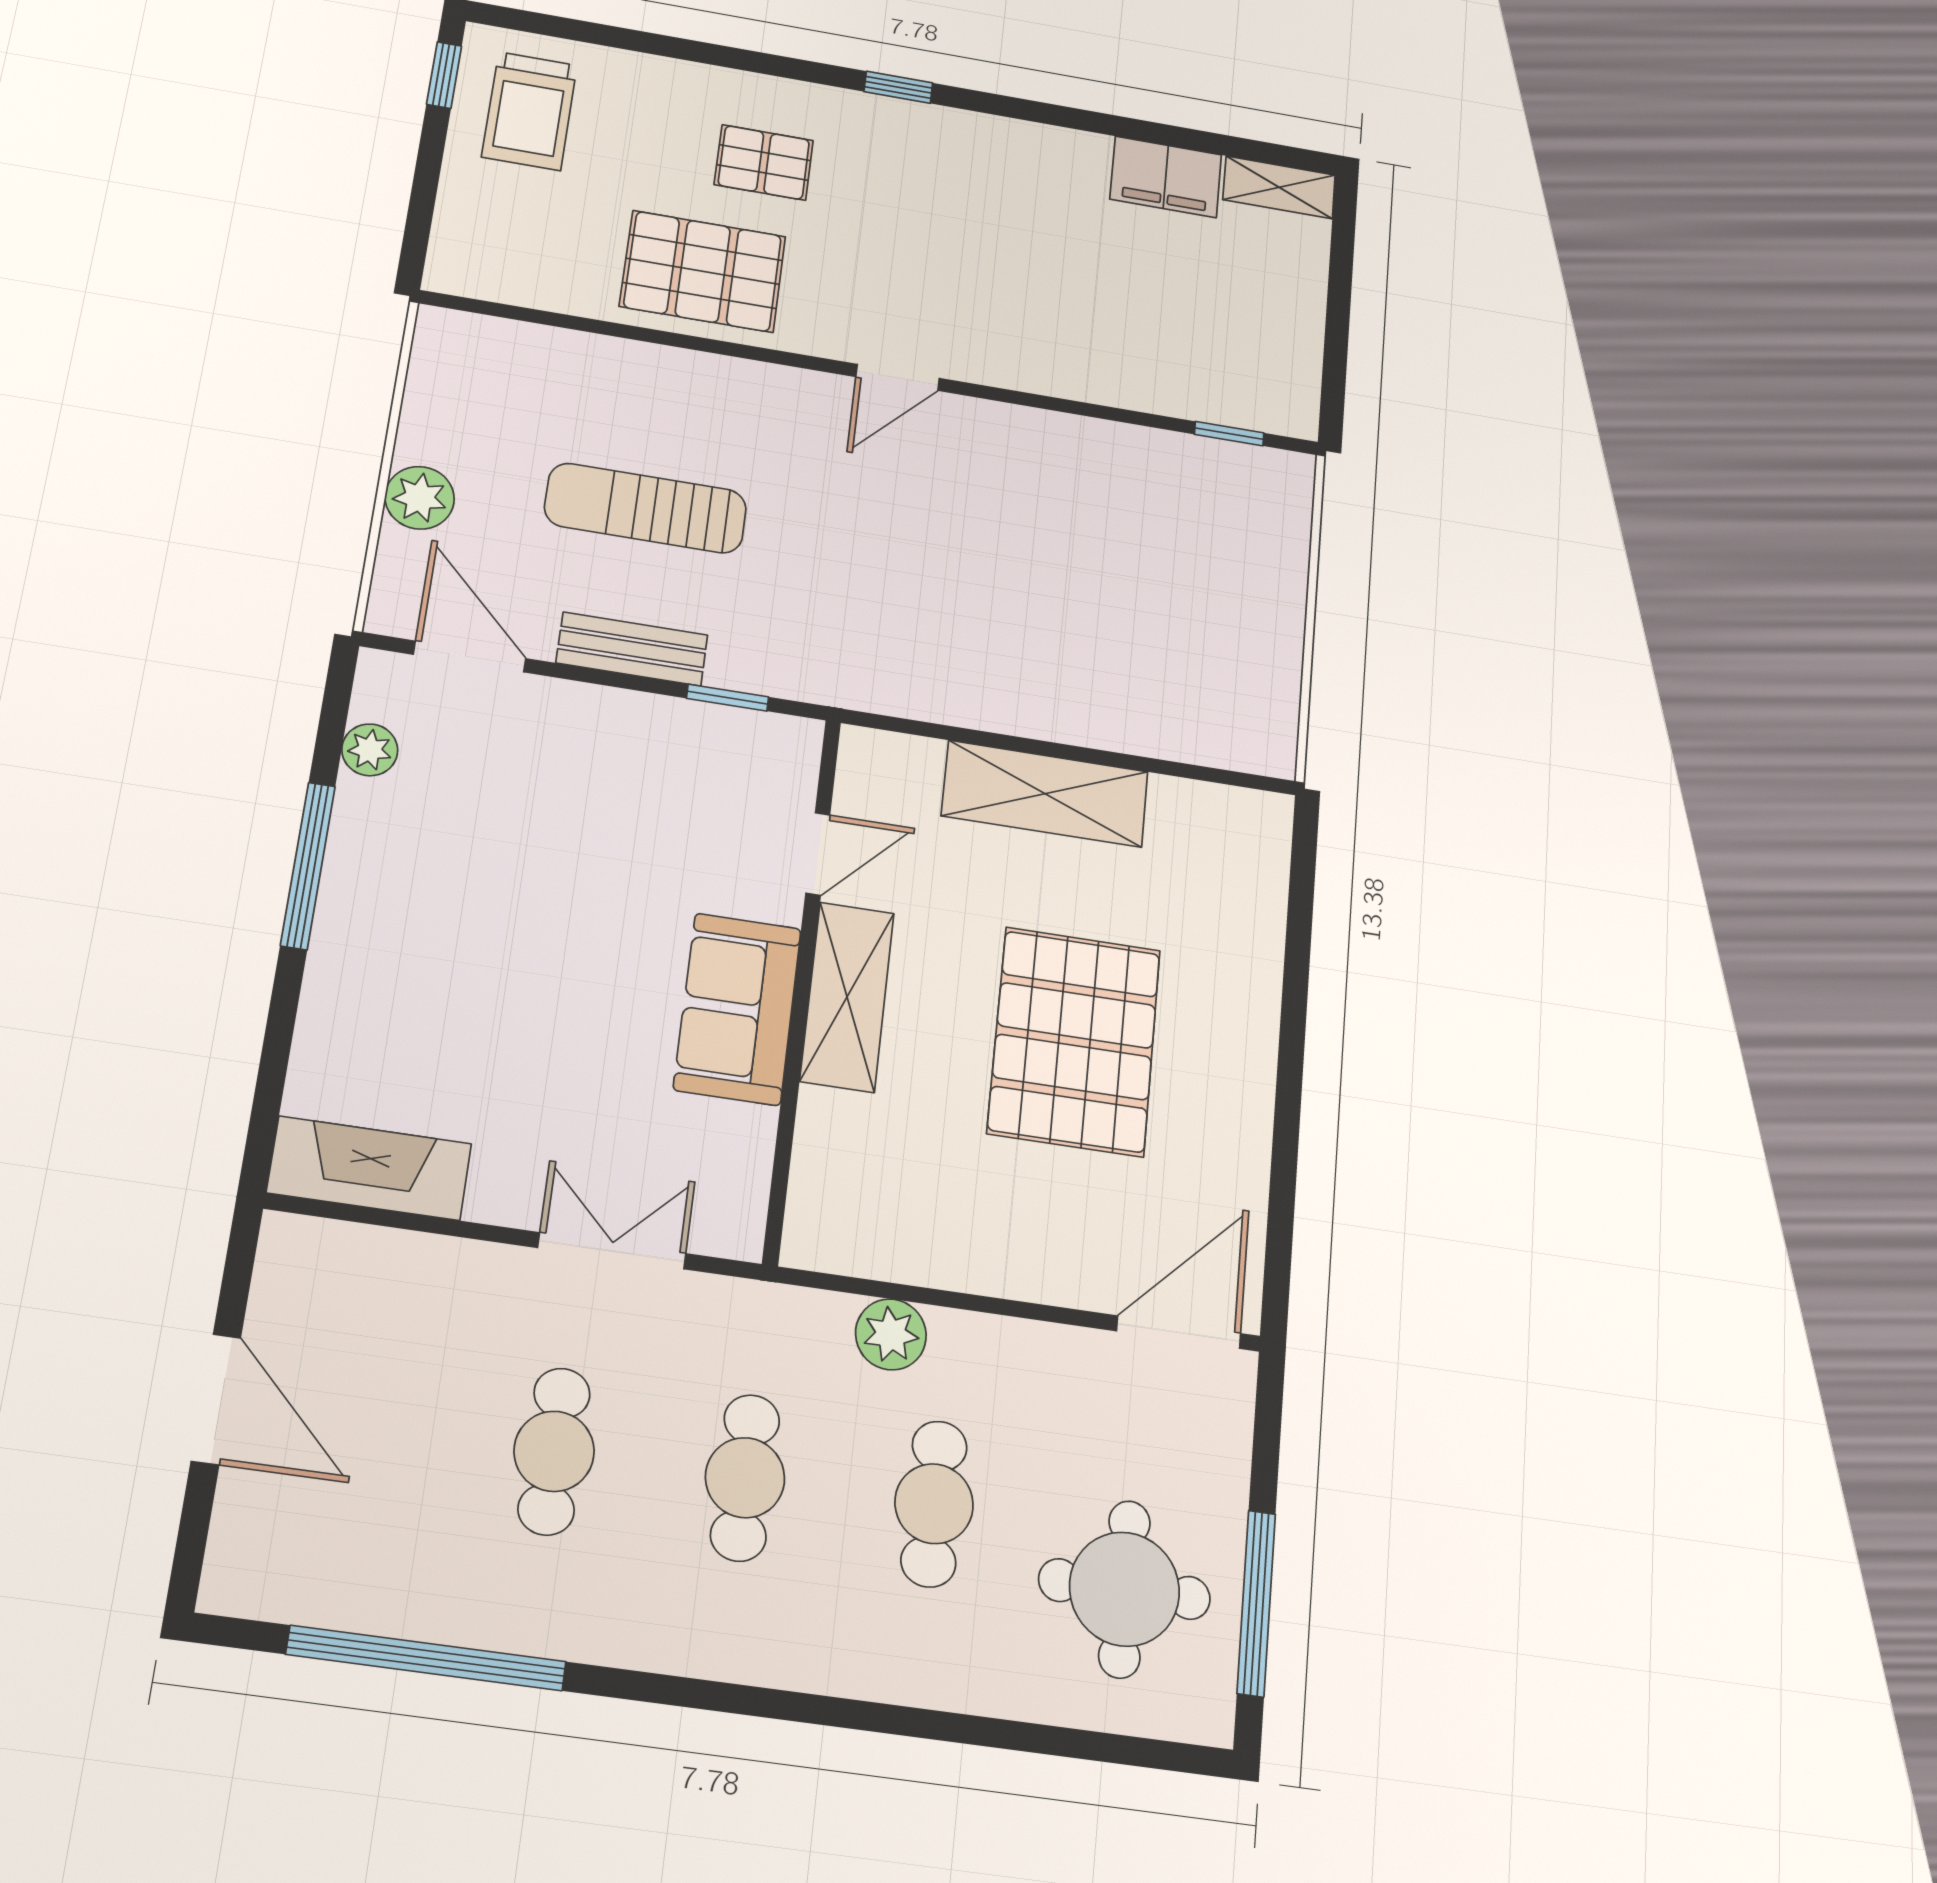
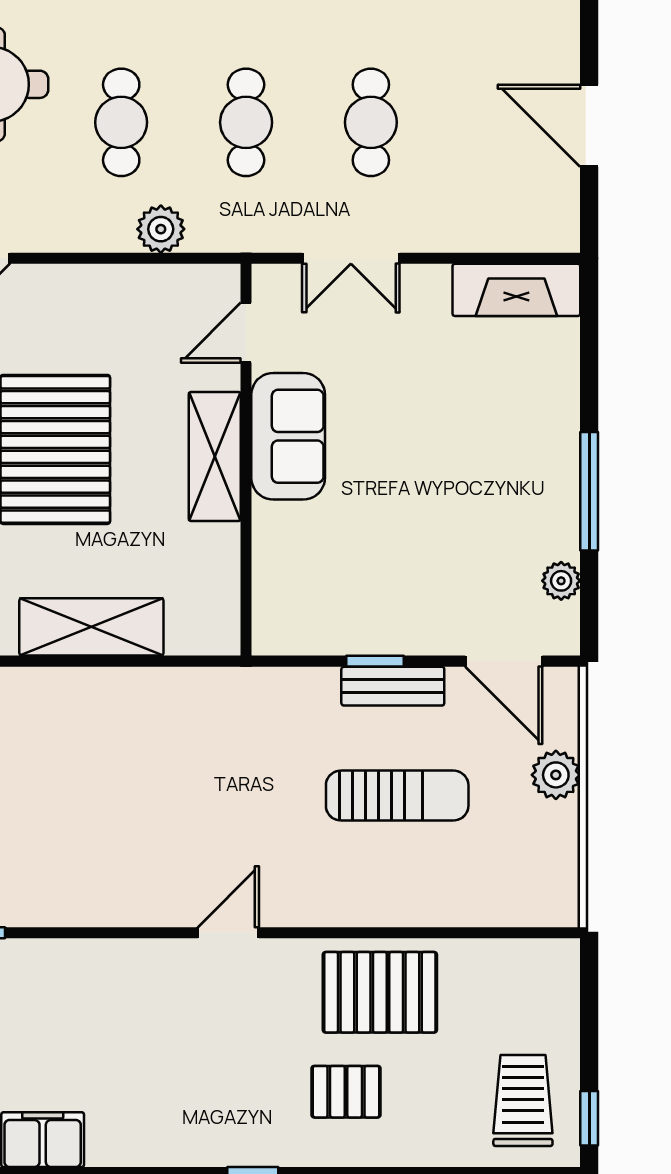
window: (728, 698) -> (375, 661), moved
door: (818, 854) -> (246, 333), moved

